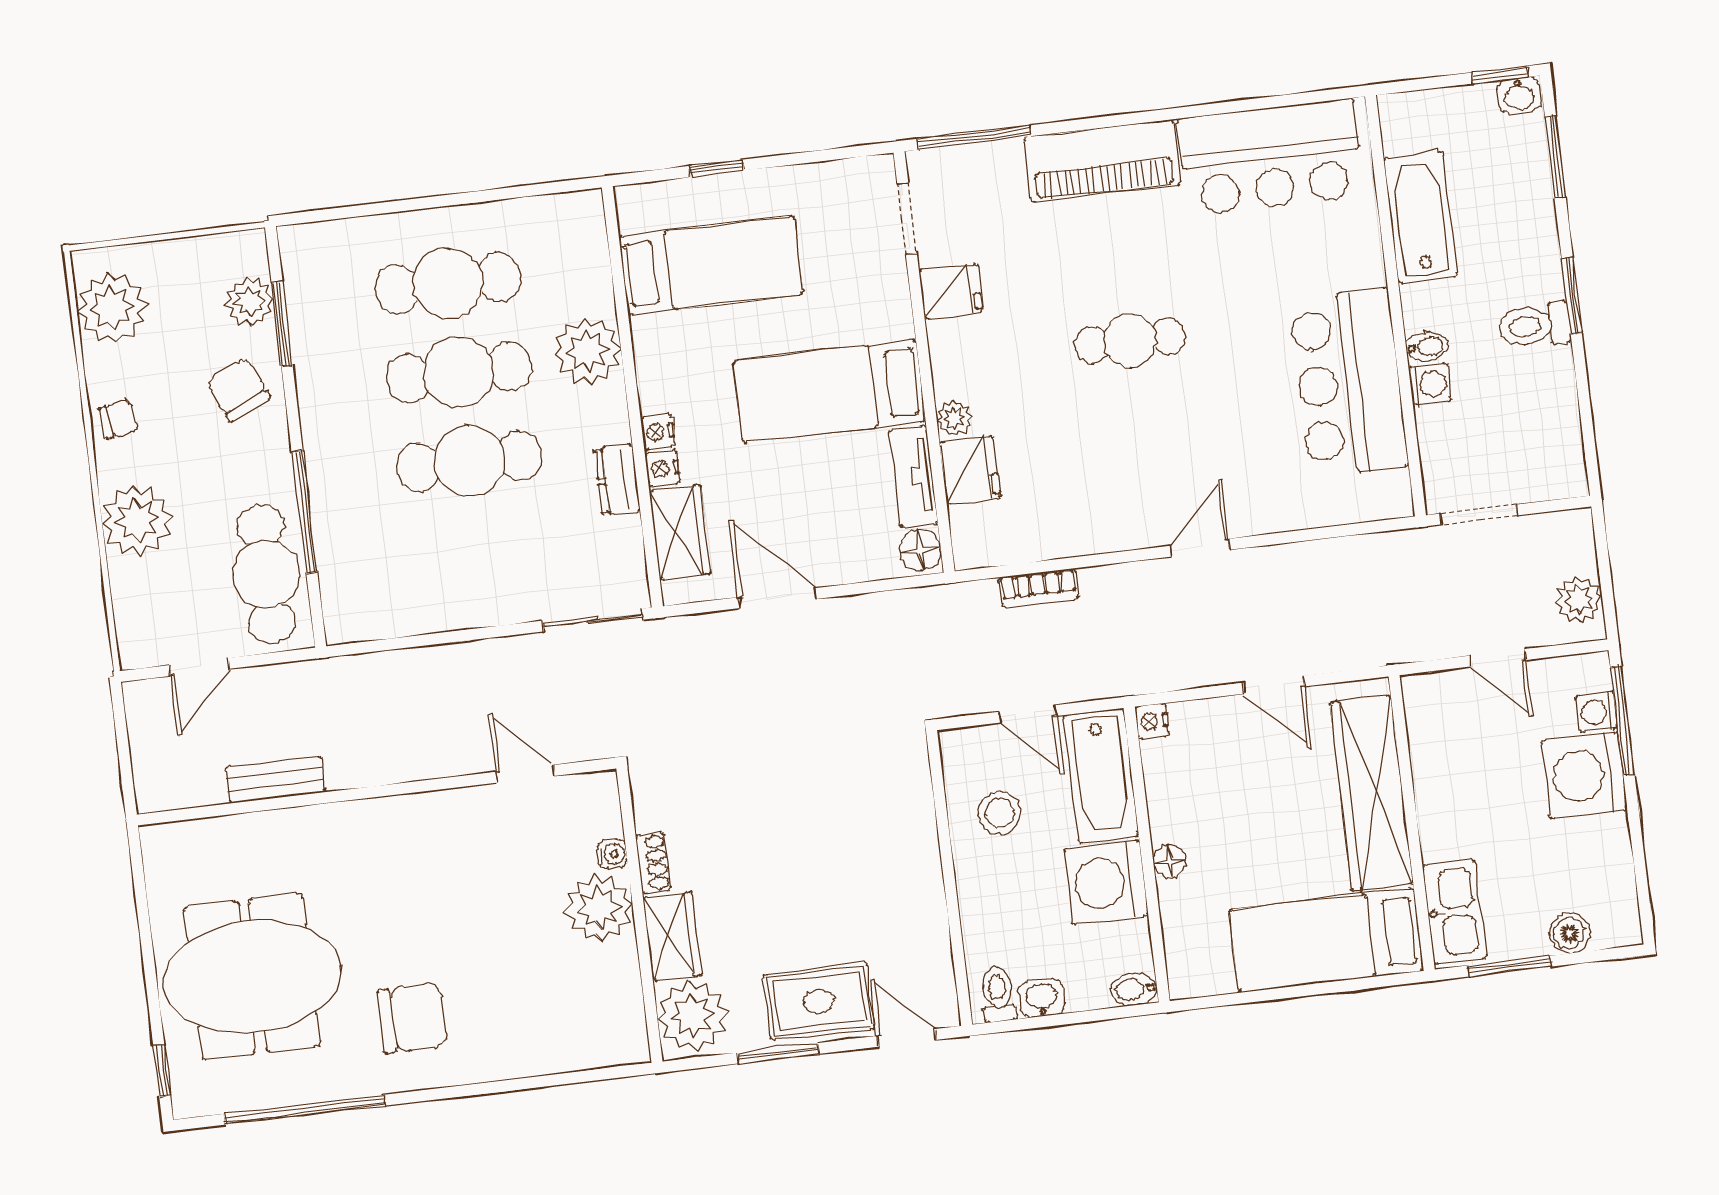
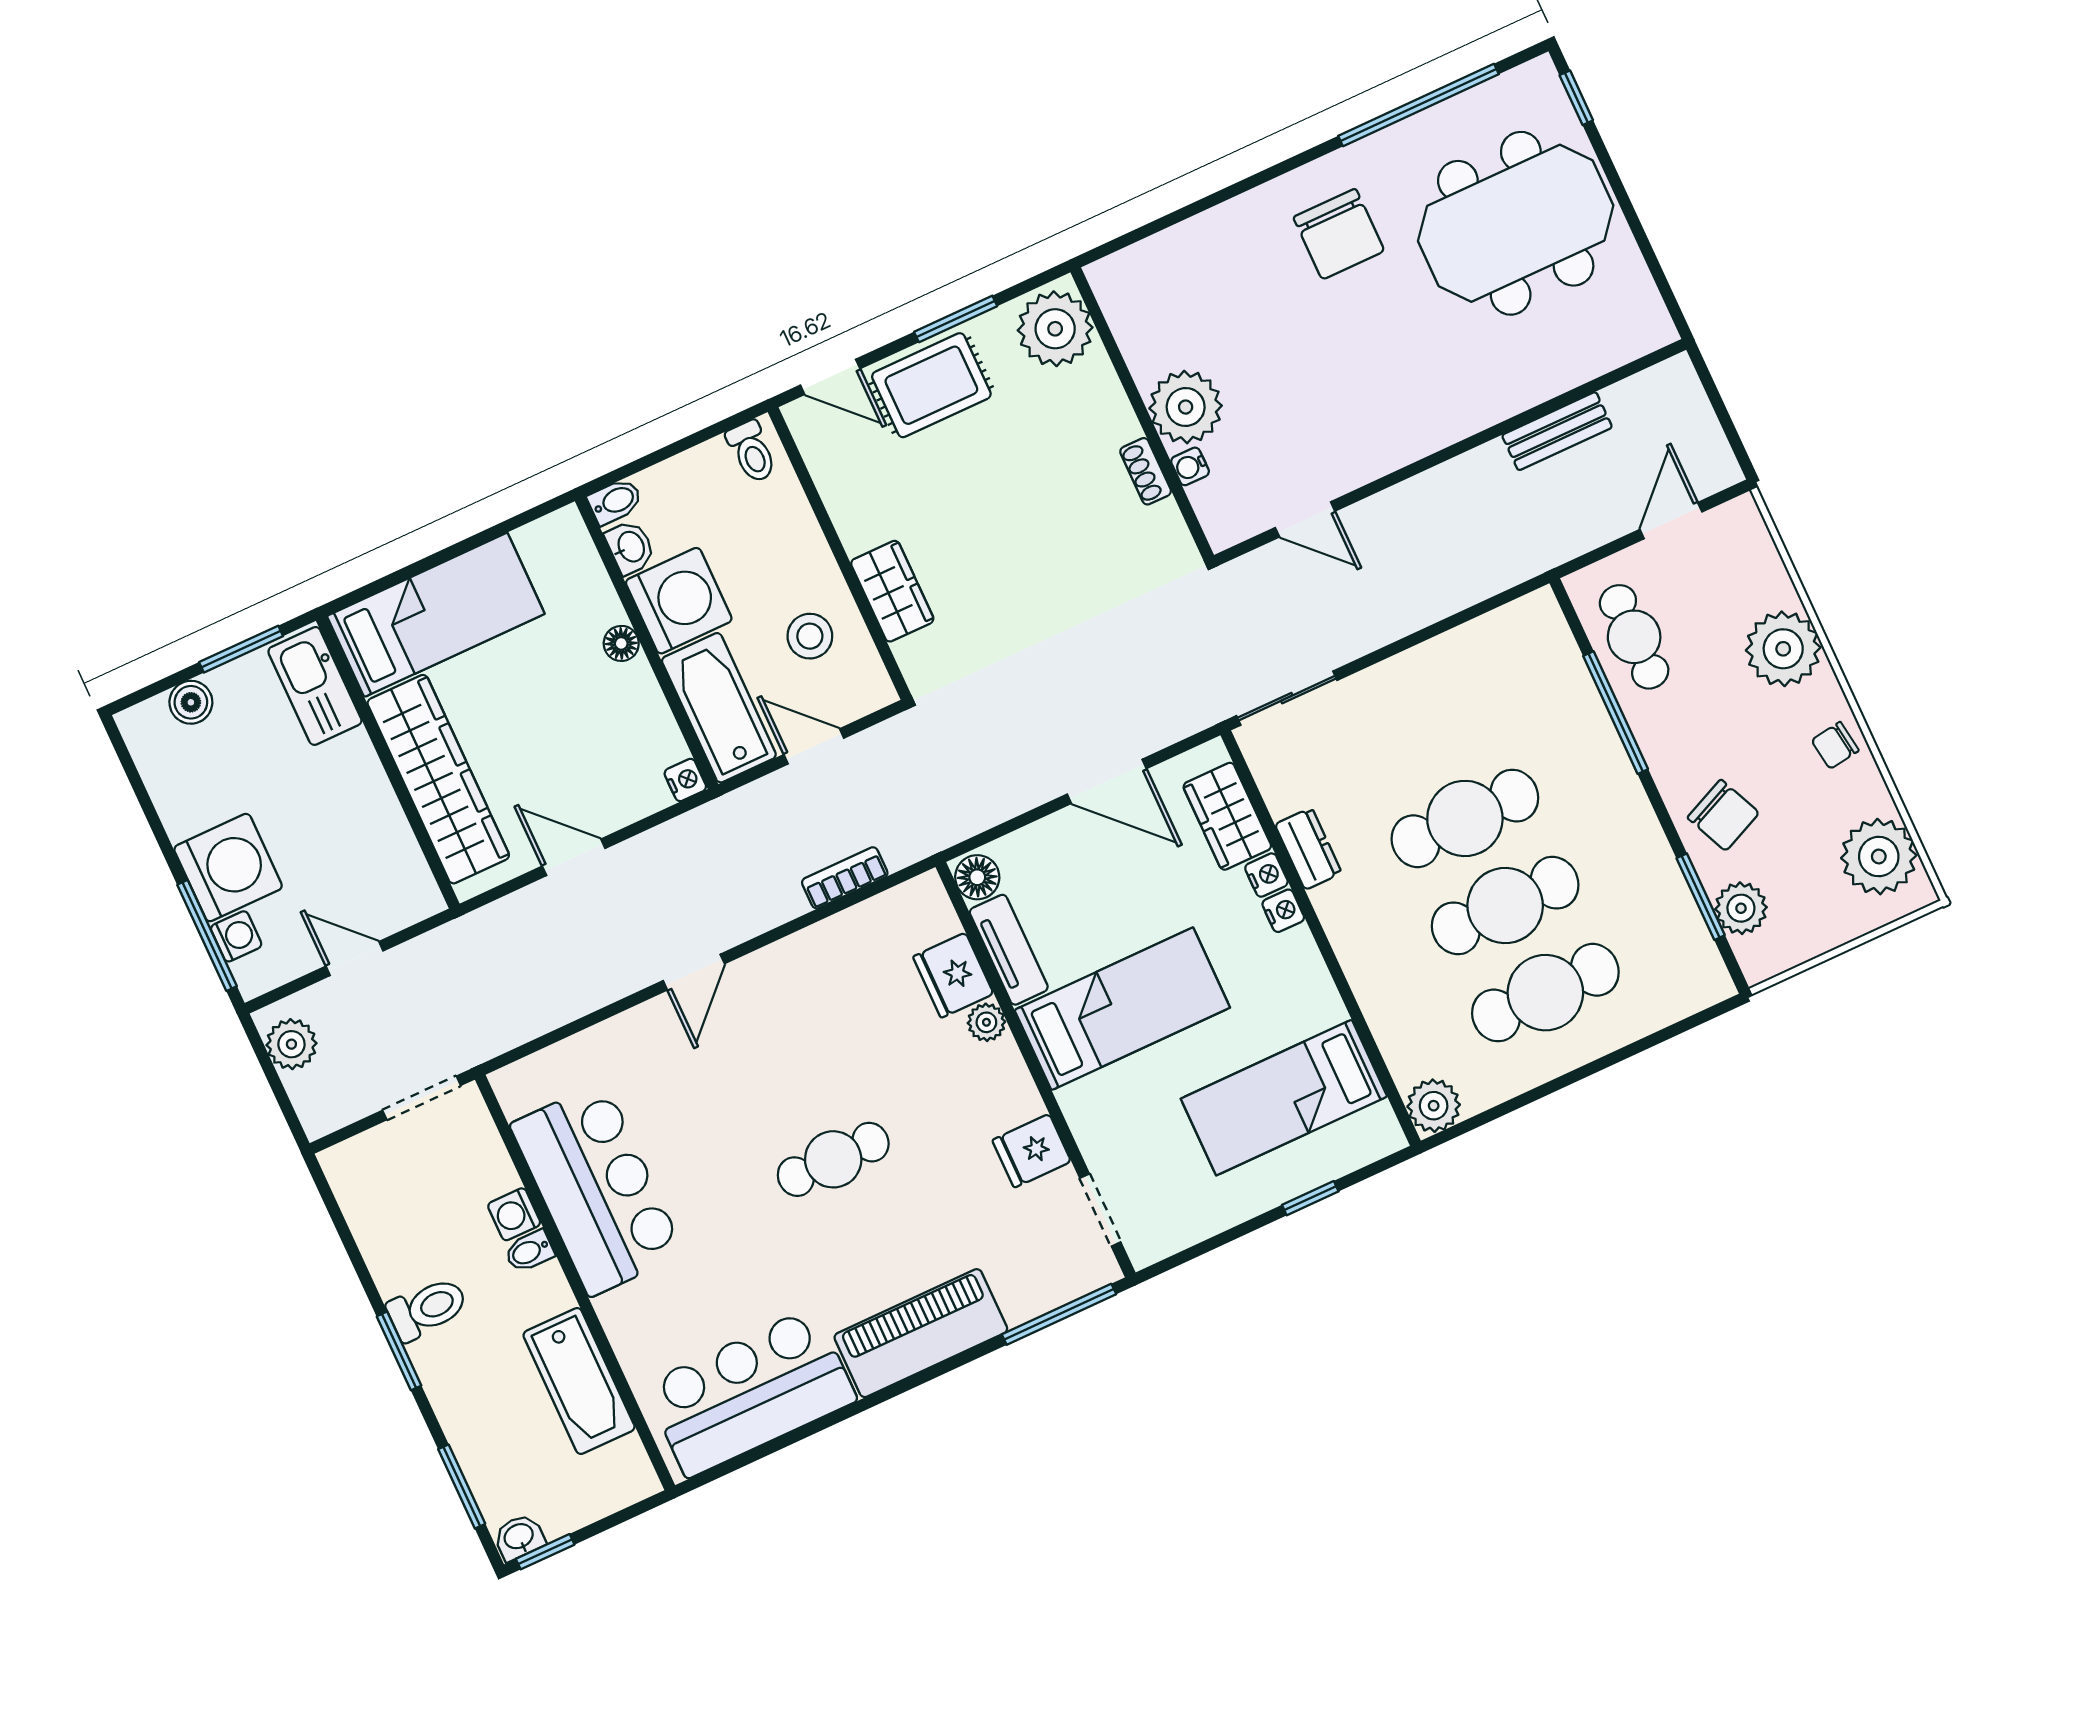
plant: (587, 351) -> (1434, 1106), moved, width x0.73, depth x0.73
cafe table: (266, 574) -> (1634, 637), width x0.73, depth x0.74
wardrobe: (672, 936) -> (892, 591), moved, turned 180
washbasin: (1042, 998) -> (630, 547), moved, turned -90
chair: (412, 1018) -> (1339, 234), turned -90

